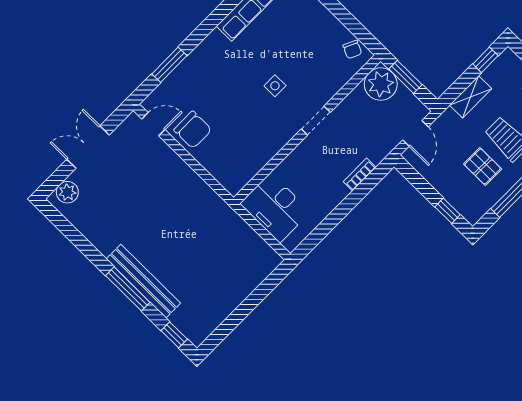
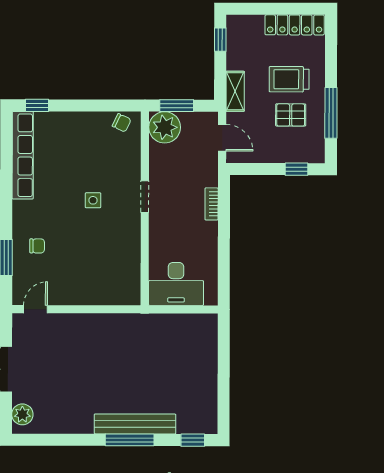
shelving: (471, 97) -> (235, 91), moved
chair: (193, 130) -> (37, 246), moved, width x0.54, depth x0.54

